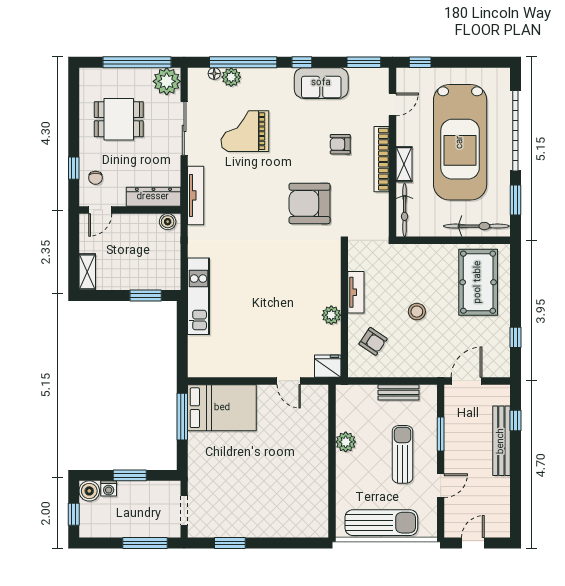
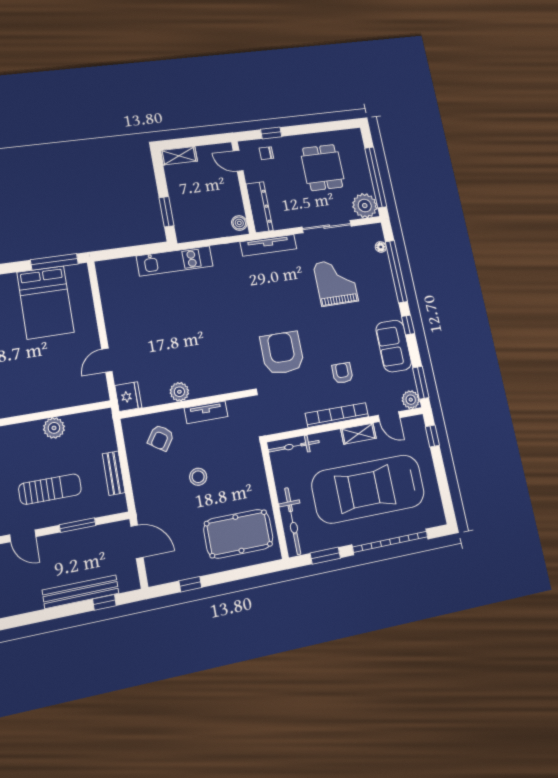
plant: (231, 77) -> (411, 400), moved
shelving: (404, 164) -> (358, 434), moved
bed: (222, 408) -> (45, 302), moved

